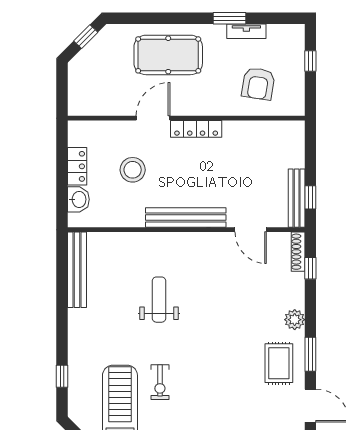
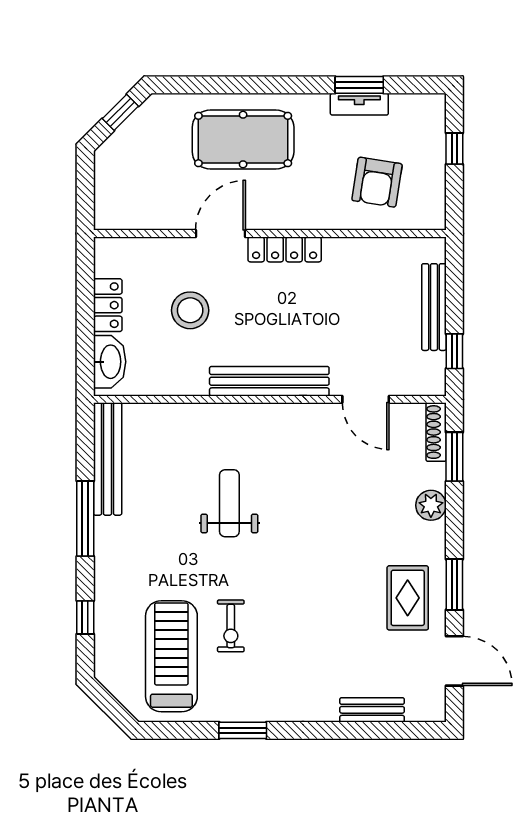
window: (229, 18) -> (359, 85), moved
bench: (297, 198) -> (434, 307), moved
washbasin: (78, 199) -> (110, 362), width x1.38
window: (310, 268) -> (454, 457), width x1.50
window: (62, 310) -> (85, 519), added
plant: (295, 320) -> (431, 505), moved

